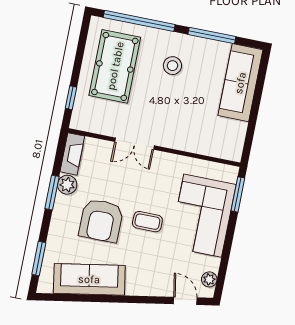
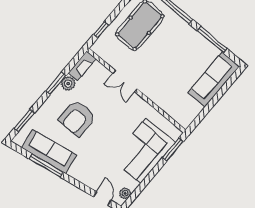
stool: (172, 66) -> (177, 45), removed
coffee table: (147, 222) -> (106, 135), removed
window: (95, 298) -> (46, 165), added

